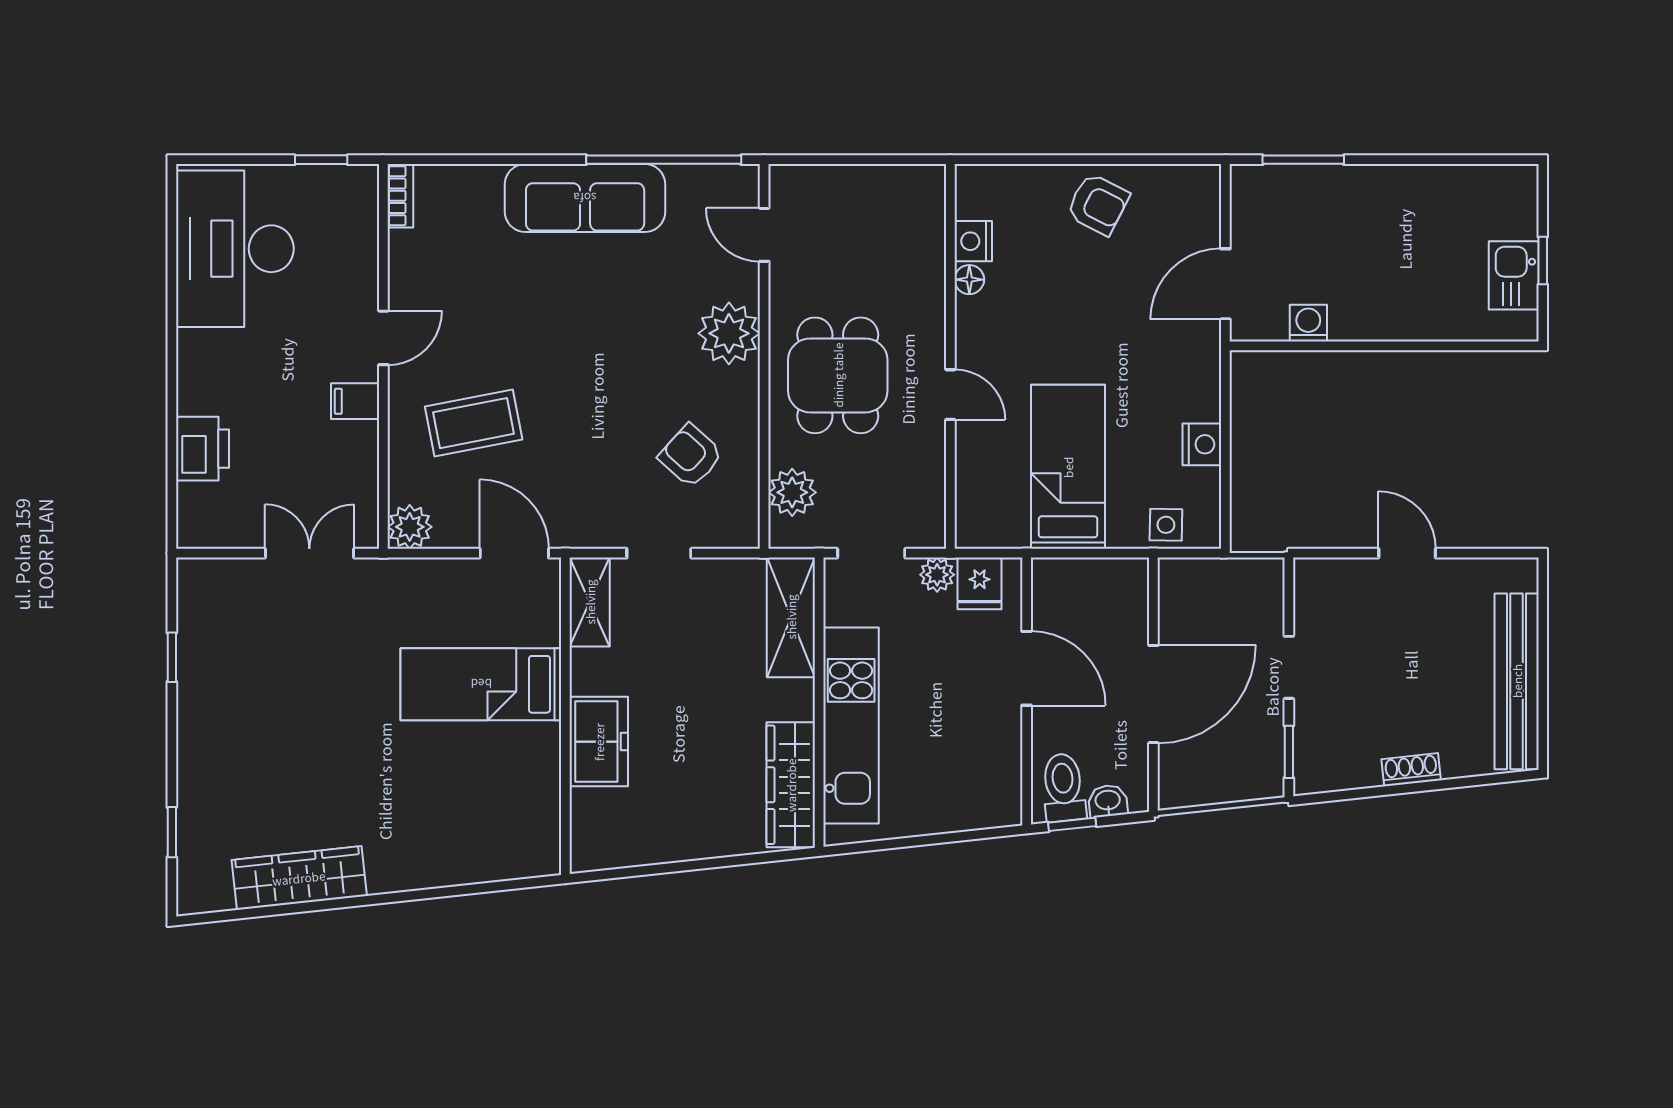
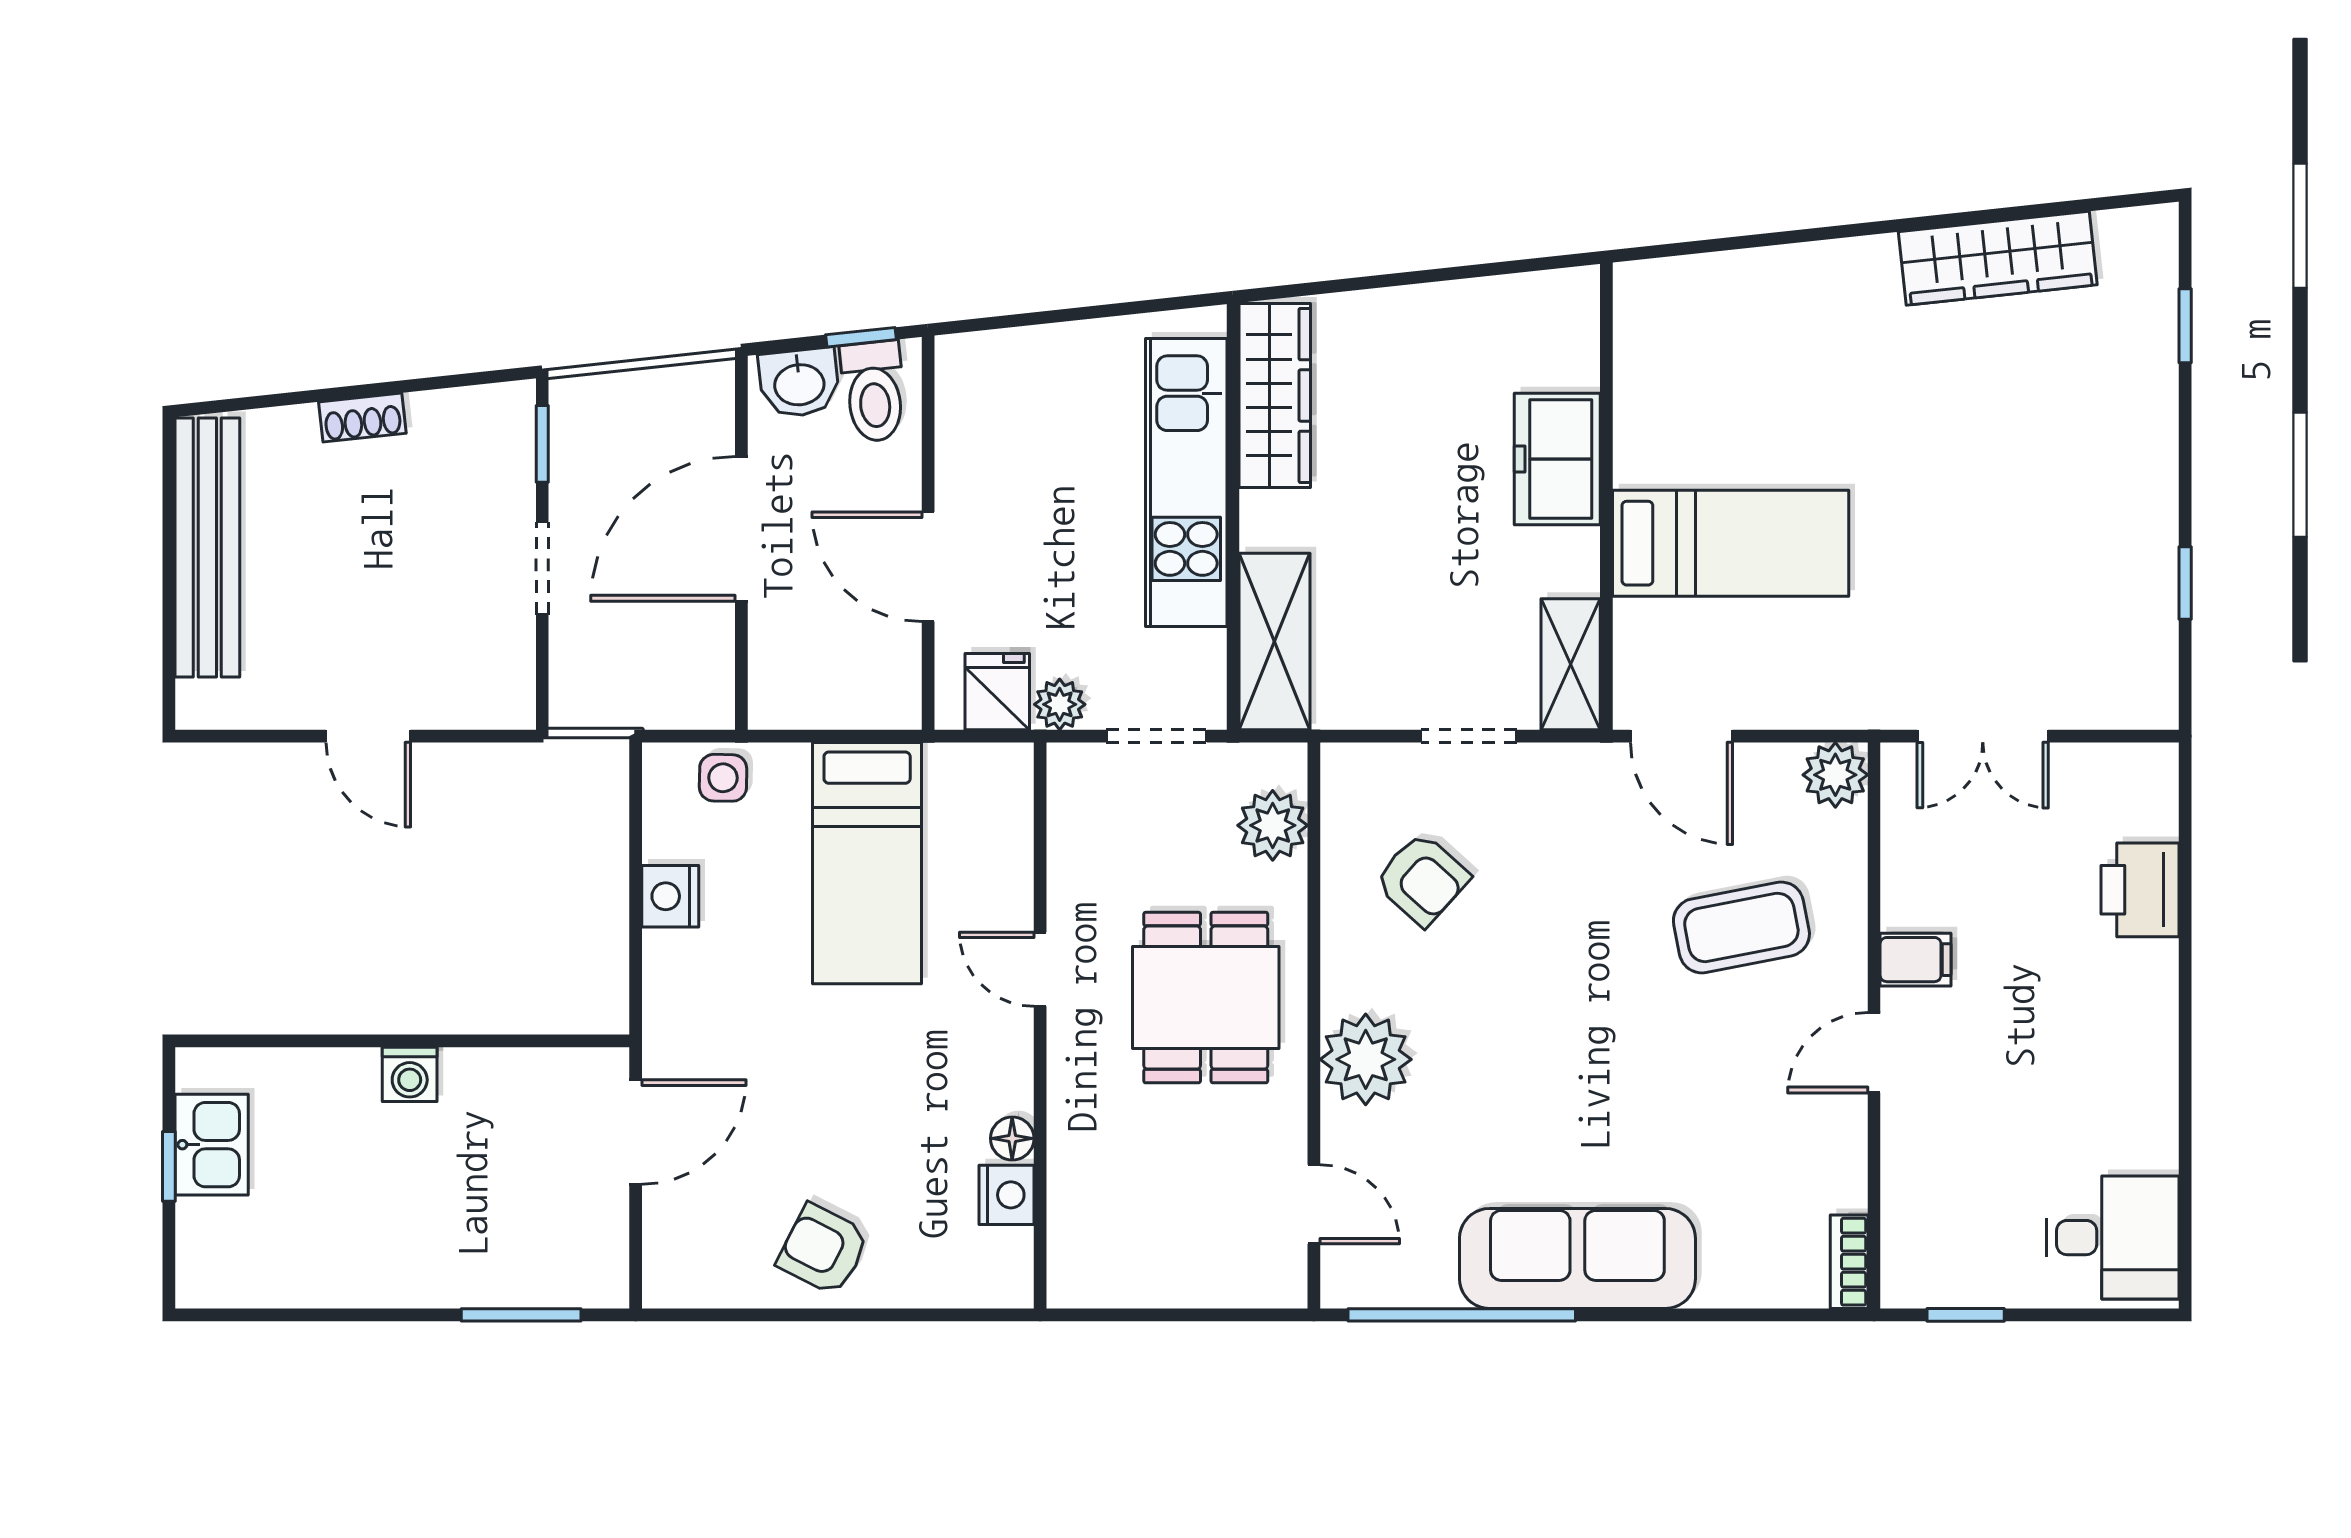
desk: (235, 249) -> (2112, 1238), width x0.53, depth x0.77
washing machine: (1308, 323) -> (410, 1074), moved
washbasin: (1108, 801) -> (799, 383), width x1.38, depth x1.45

